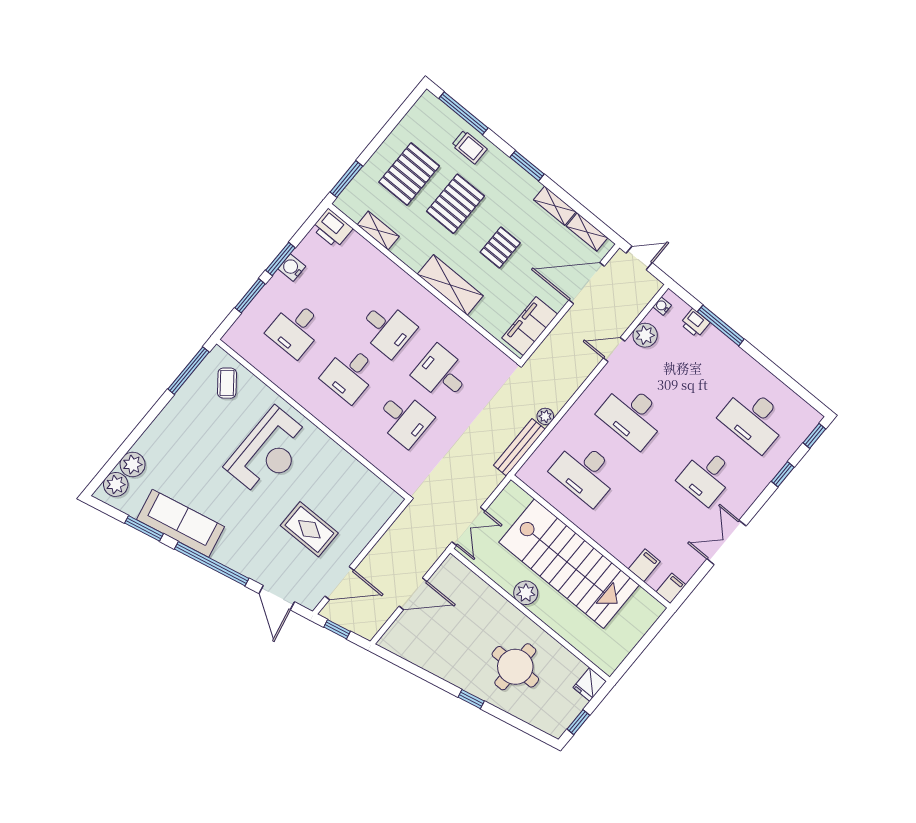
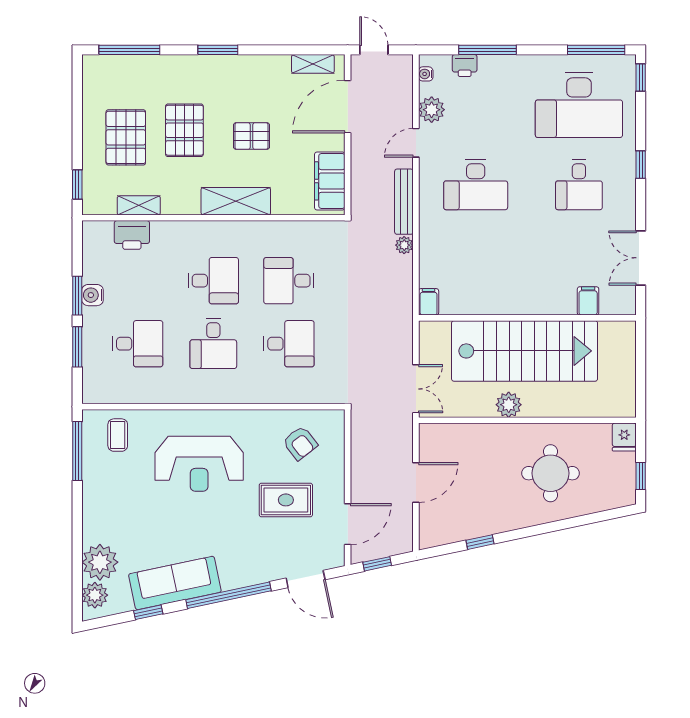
trolley: (469, 147) -> (157, 74), removed
window: (346, 179) -> (77, 184), width x0.67
shelving: (555, 206) -> (268, 64), removed
printer: (332, 228) -> (132, 235), moved
pallet: (500, 247) -> (251, 136), turned 90
door: (639, 258) -> (374, 50), hinge flipped
desk: (295, 329) -> (138, 344), turned -90
coffee table: (227, 383) -> (118, 435), turned 38
window: (799, 390) -> (596, 50), added
desk: (754, 419) -> (579, 105), width x1.36, depth x1.30
bench: (519, 447) -> (404, 202), moved
reception desk: (268, 452) -> (199, 464), turned 90
plant: (133, 464) -> (100, 562), width x1.36, depth x1.36
desk: (585, 473) -> (476, 265), removed
window: (783, 474) -> (641, 165), moved
armchair: (353, 497) -> (300, 443), added
window: (144, 528) -> (148, 612), width x0.67
double door: (726, 542) -> (641, 258), moved
filing cabinet: (671, 588) -> (429, 302), moved
window: (471, 699) -> (480, 542), moved

